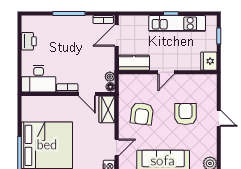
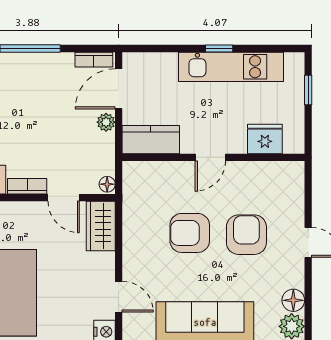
fridge: (209, 61) -> (265, 139), moved, turned 90
plant: (110, 77) -> (106, 122), moved
armchair: (142, 114) -> (190, 233), moved, turned 83
door: (117, 147) -> (119, 297), hinge flipped
floor lamp: (211, 149) -> (293, 300), added

